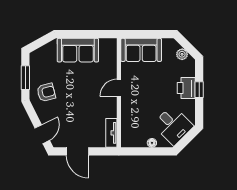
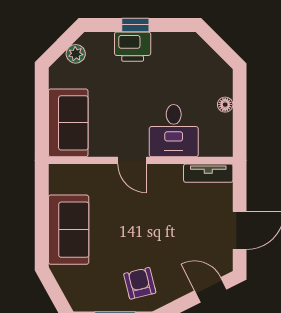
desk: (173, 125) -> (174, 131), moved, turned 135

